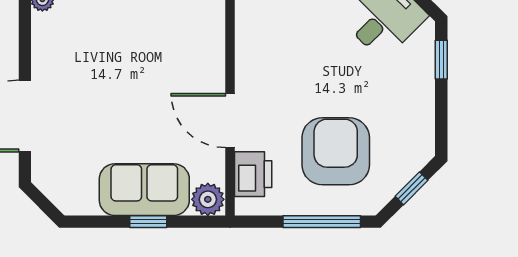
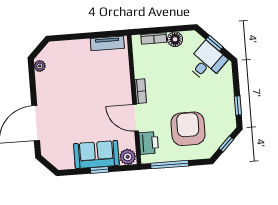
window: (441, 60) -> (238, 105), moved
bookcase: (245, 67) -> (141, 91), added
window: (322, 222) -> (170, 165), moved

